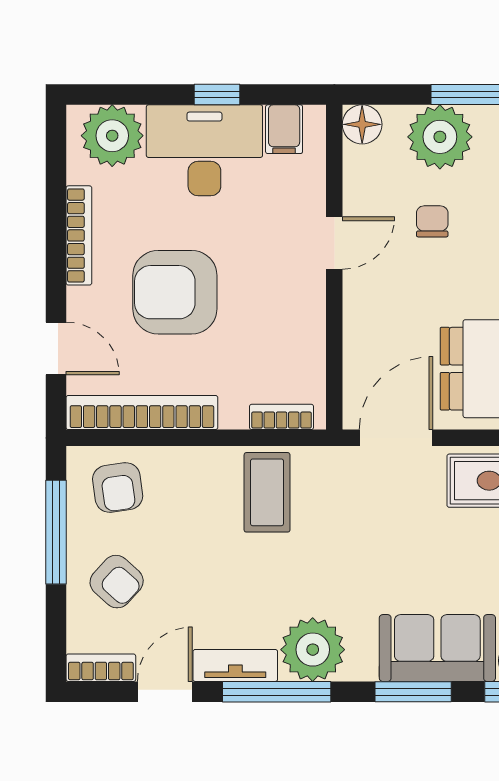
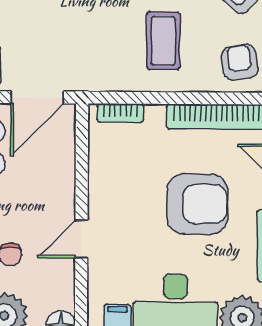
coffee table: (267, 492) -> (163, 41), moved

